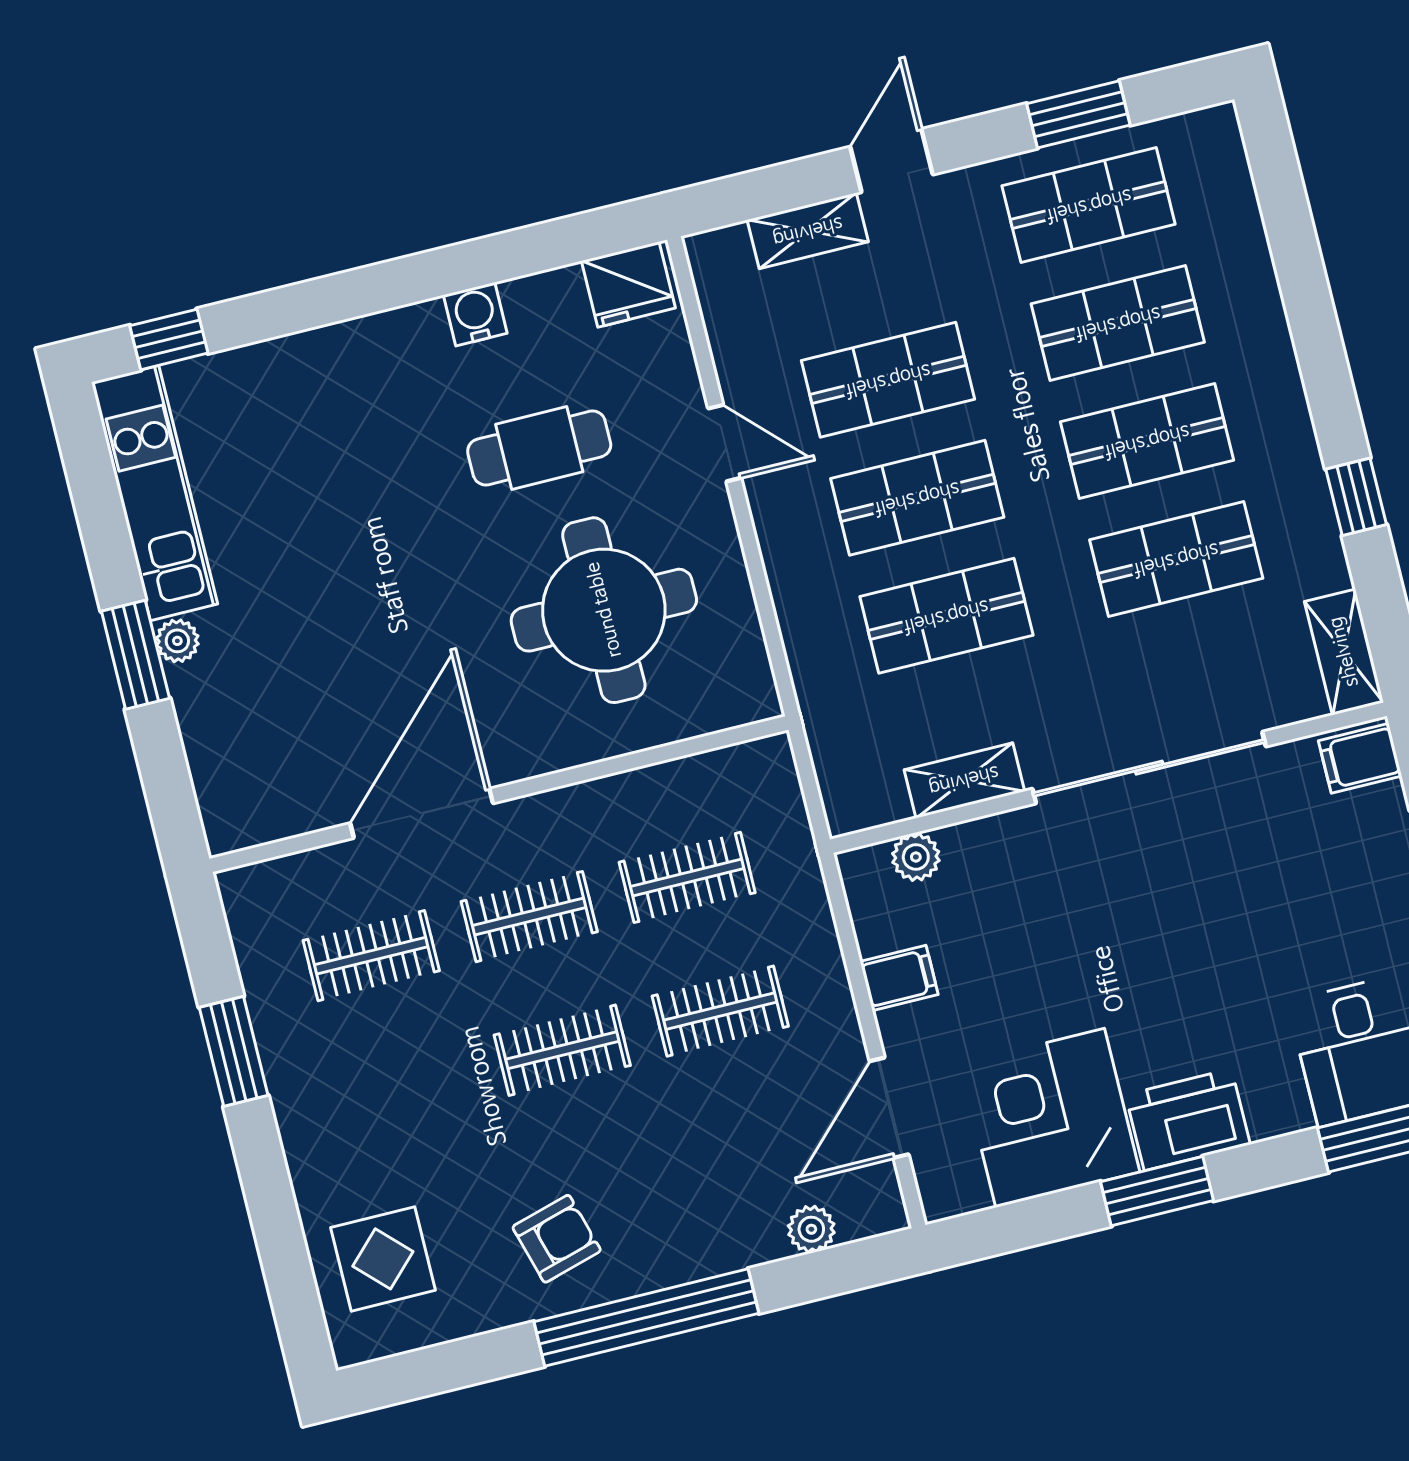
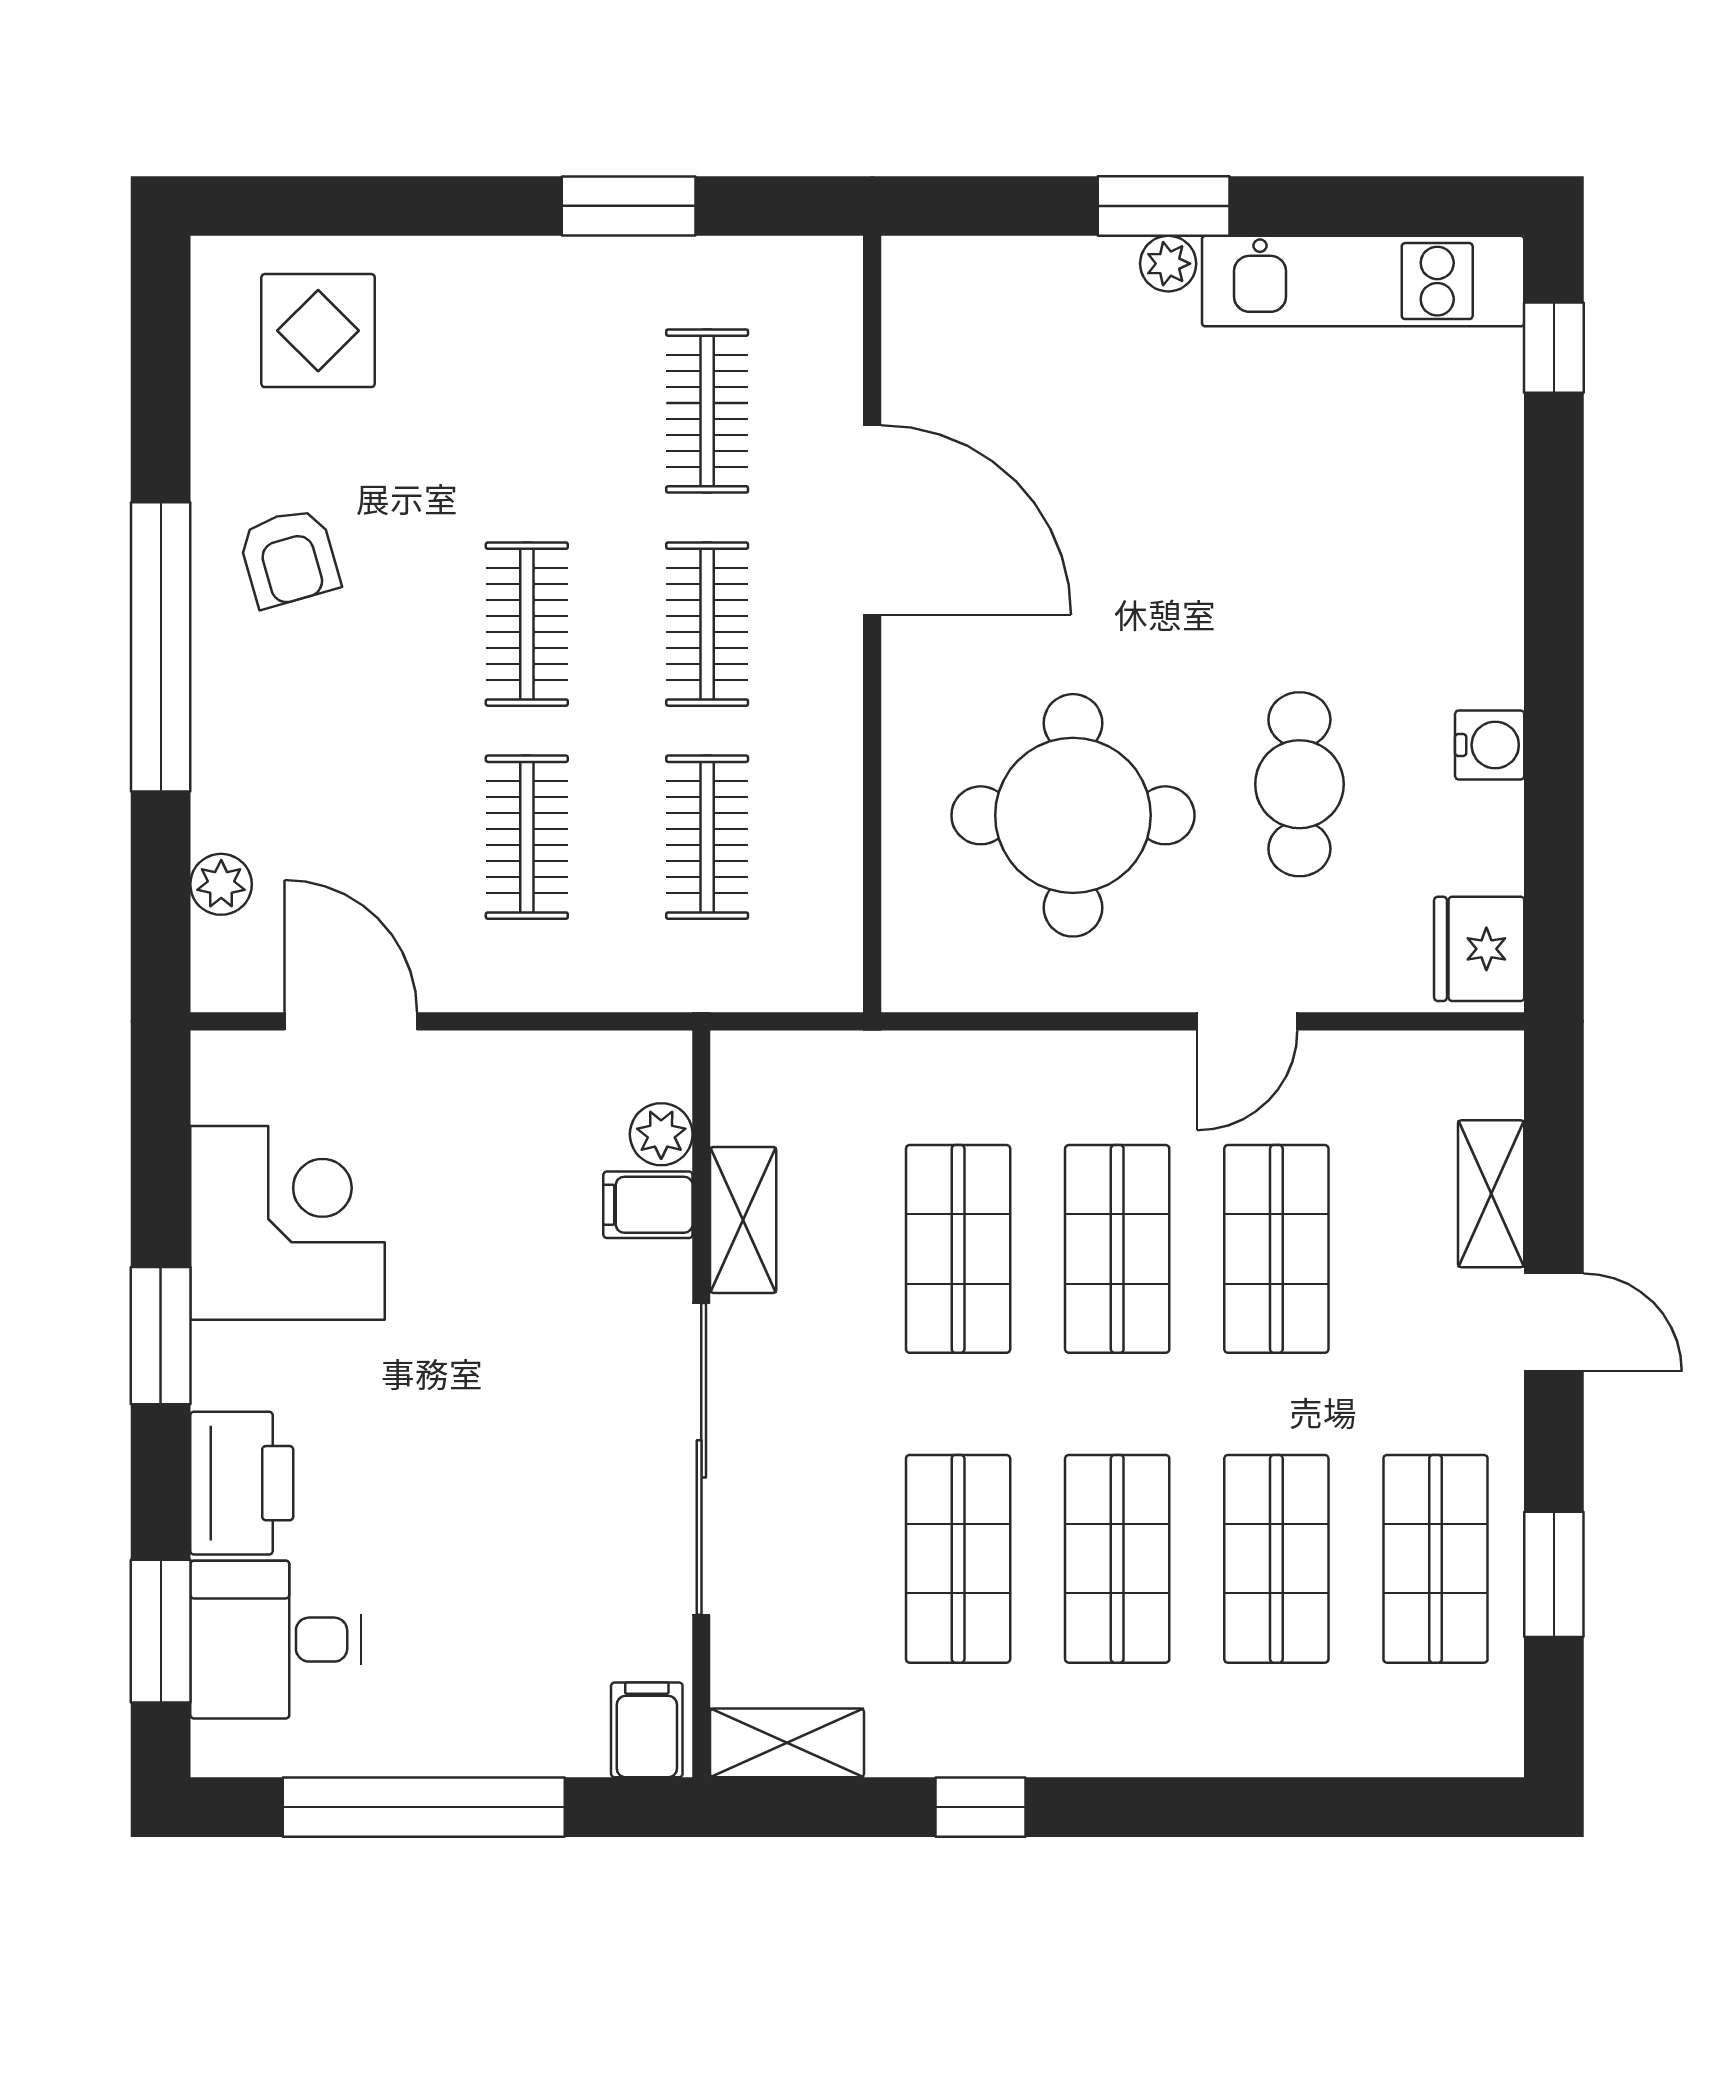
filing cabinet: (899, 978) -> (648, 1205), moved, turned 90
printer: (1188, 1120) -> (242, 1483), moved

